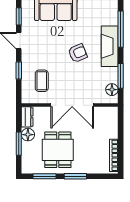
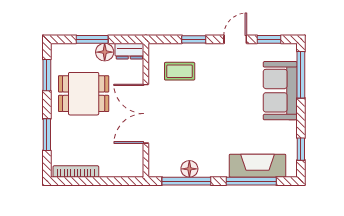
fireplace: (110, 46) -> (257, 166), moved
armchair: (78, 53) -> (218, 121), removed
window: (121, 76) -> (186, 181), width x1.44
floor lamp: (112, 90) -> (189, 169), moved
window: (75, 176) -> (47, 135), moved

